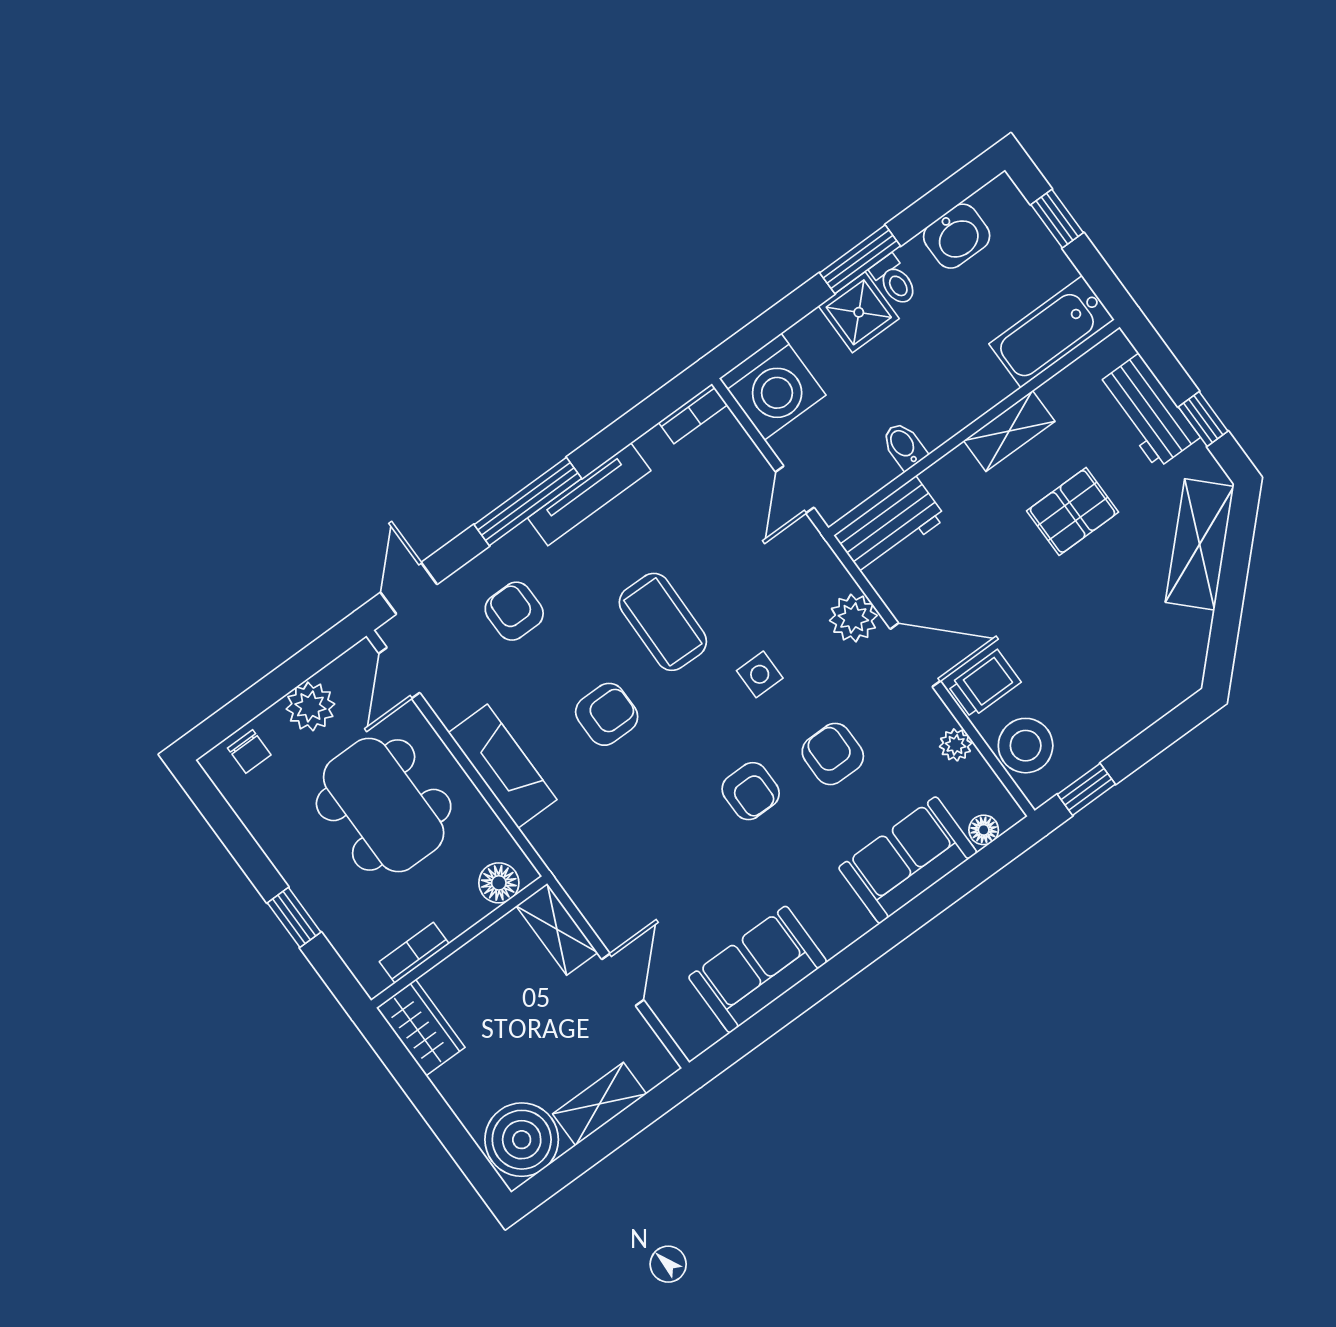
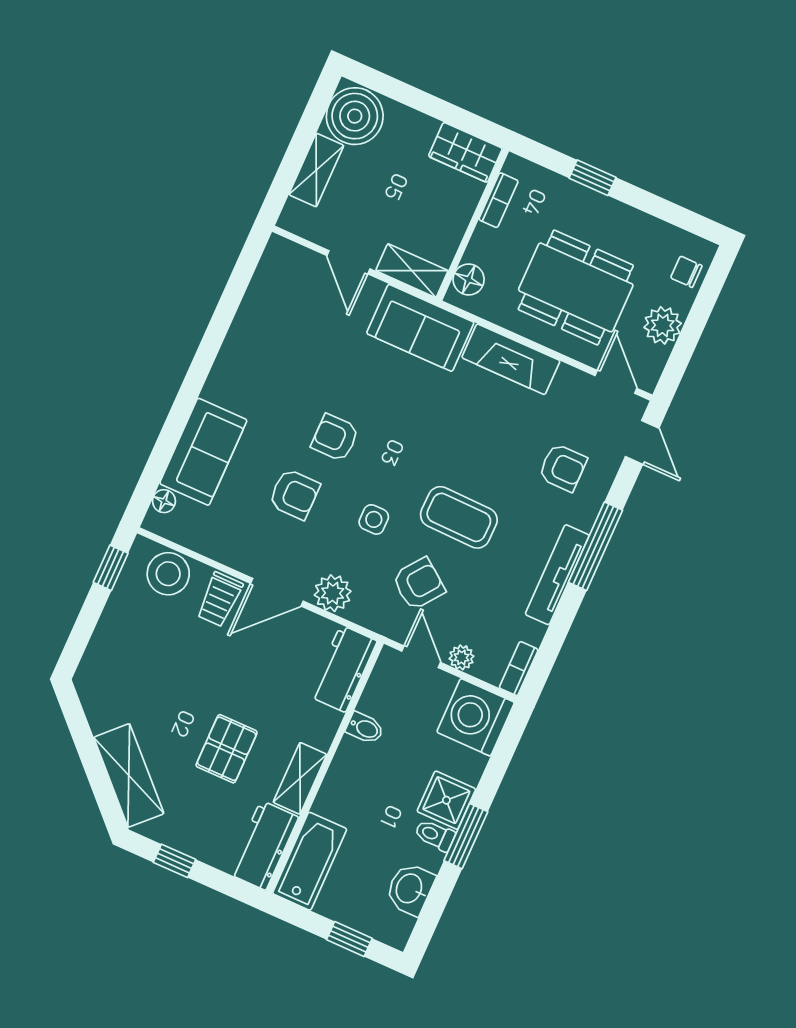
workbench: (1148, 411) -> (263, 845), moved, turned -90
armchair: (607, 714) -> (419, 584), moved, turned -143
plant: (956, 745) -> (462, 657), moved
sofa: (758, 969) -> (420, 328), moved, turned 90

